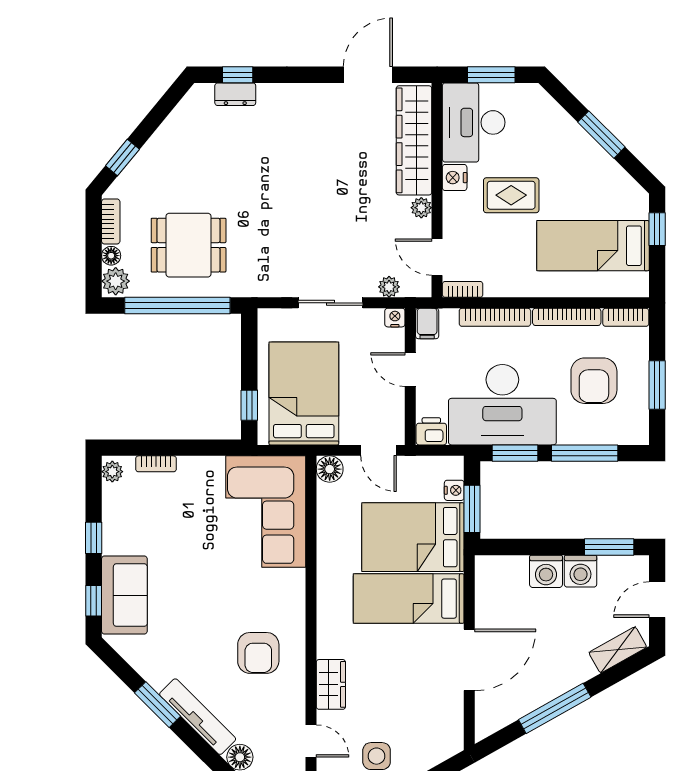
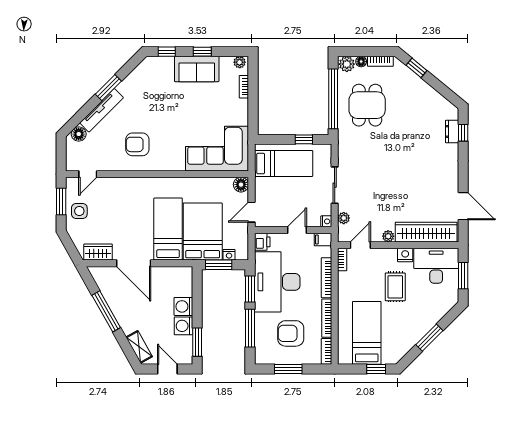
bed: (304, 393) -> (284, 164), width x0.67
window: (249, 405) -> (304, 139), moved
sofa: (124, 595) -> (197, 69), moved
wardrobe: (331, 684) -> (98, 252), moved, turned 180

